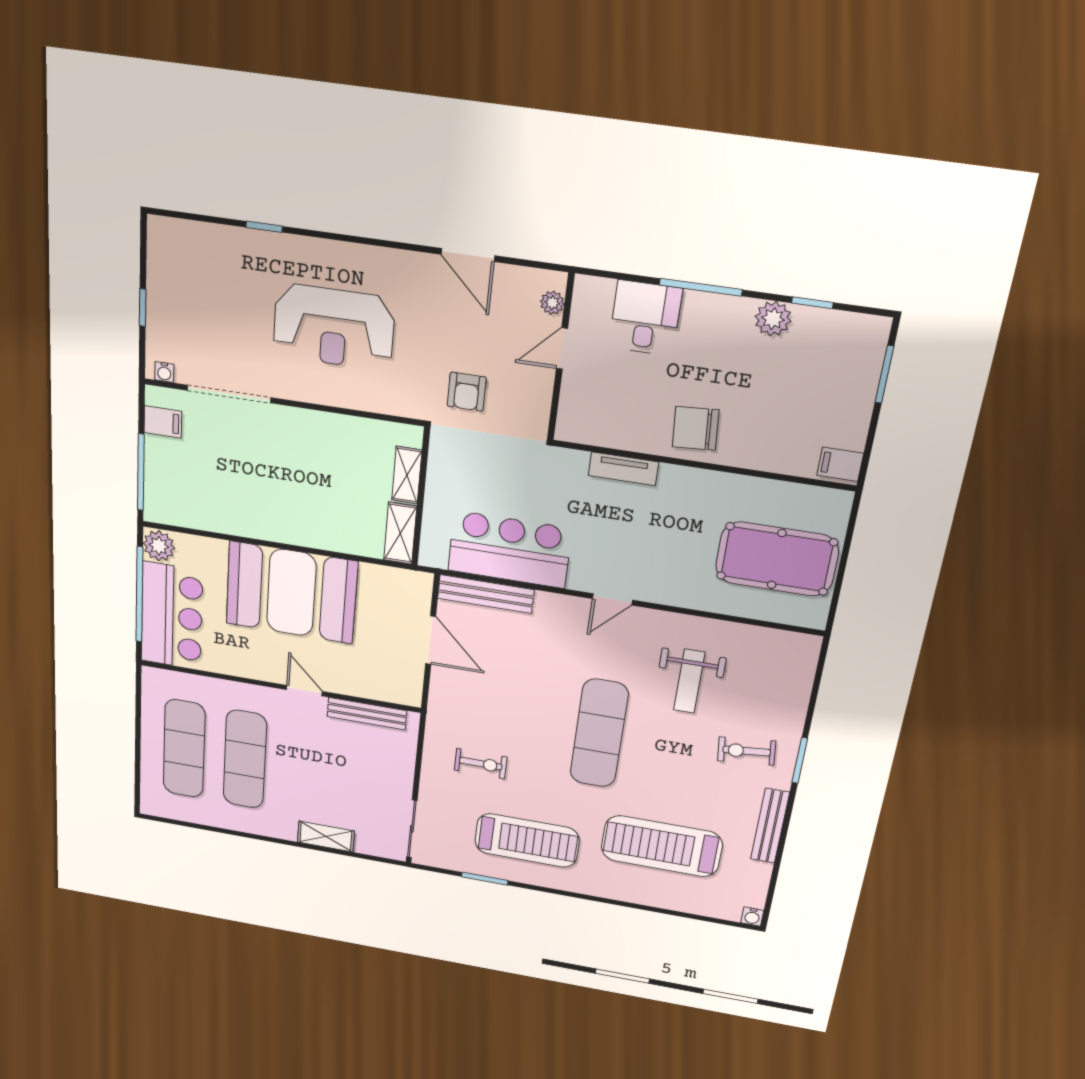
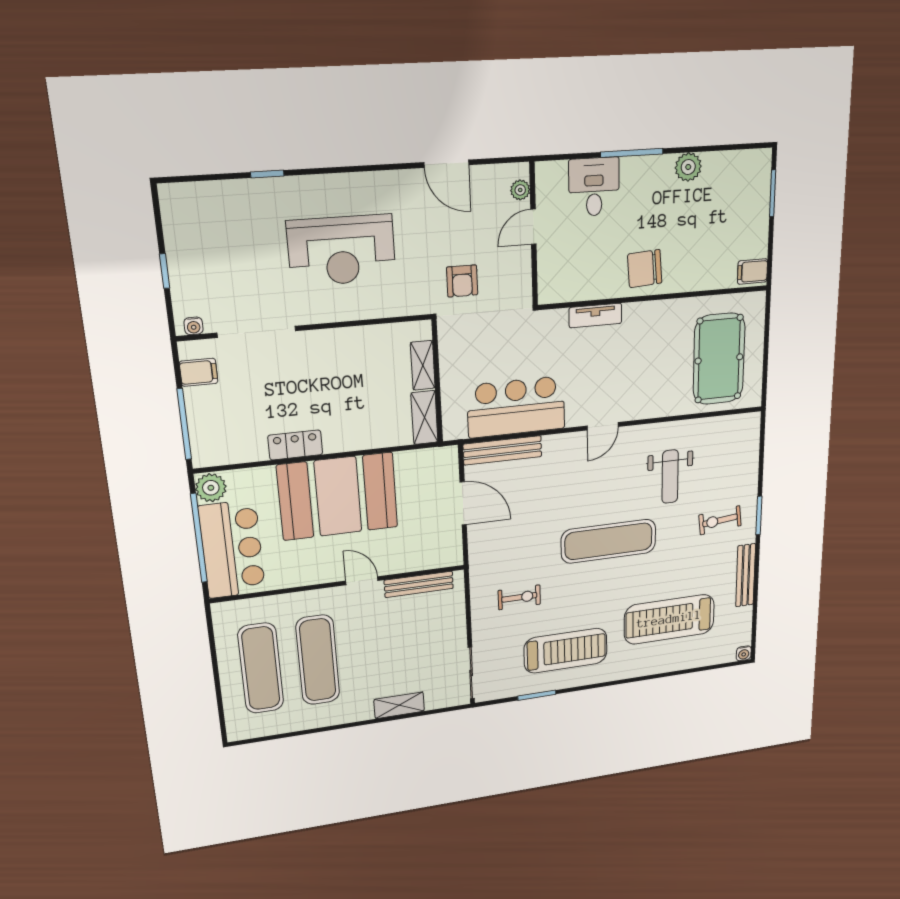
window: (812, 303) -> (714, 148), removed
locker: (253, 525) -> (295, 445), added
pool table: (777, 559) -> (719, 359), turned 90
exercise mat: (599, 733) -> (609, 541), turned 90

